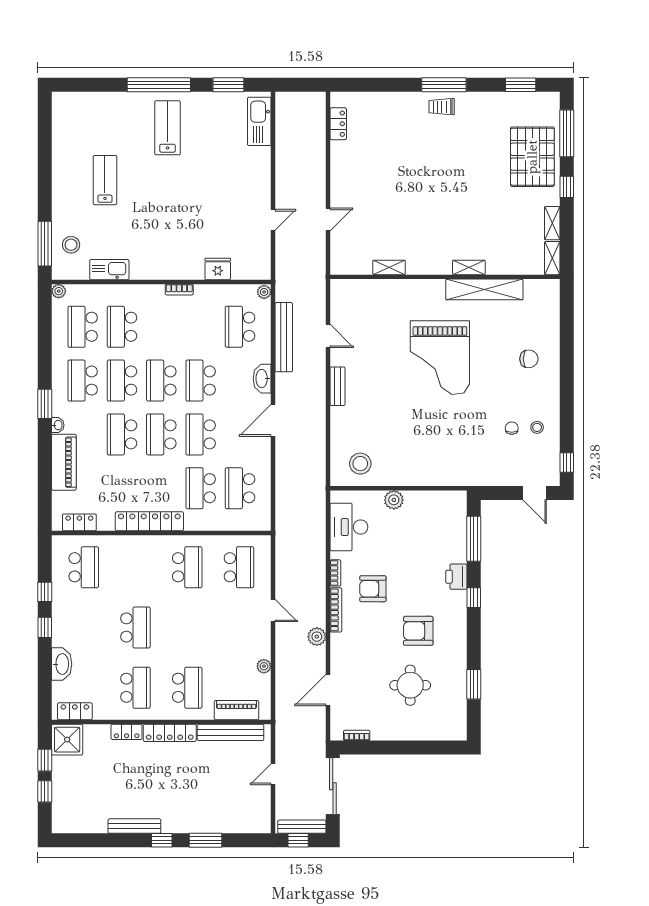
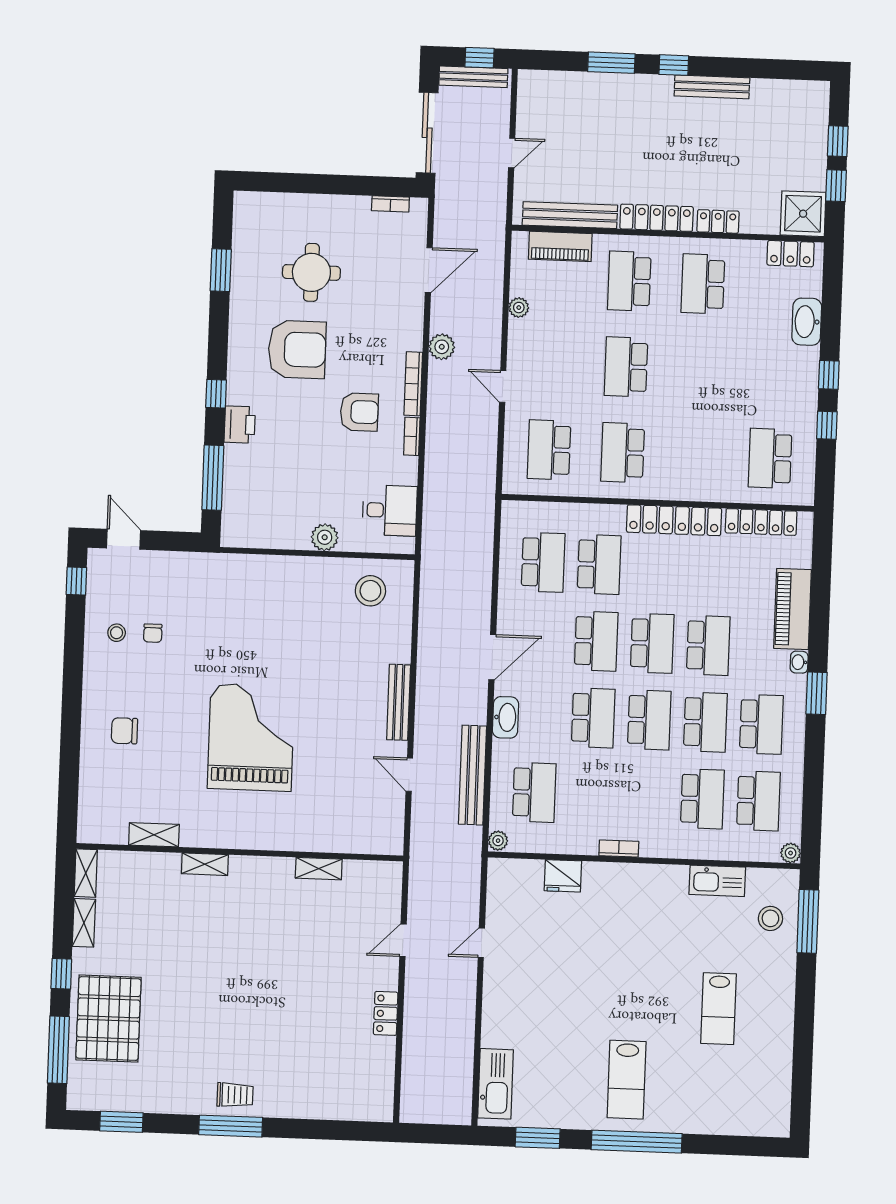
locker: (338, 124) -> (386, 1013), moved
shelving: (484, 289) -> (154, 835), width x0.45, depth x0.75
bench: (338, 386) -> (399, 702), width x1.36
locker: (79, 522) -> (761, 522), width x1.53
desk: (349, 527) -> (390, 510), width x0.73
school desk: (135, 627) -> (626, 367), moved
armchair: (418, 631) -> (297, 349), width x1.36, depth x1.36

